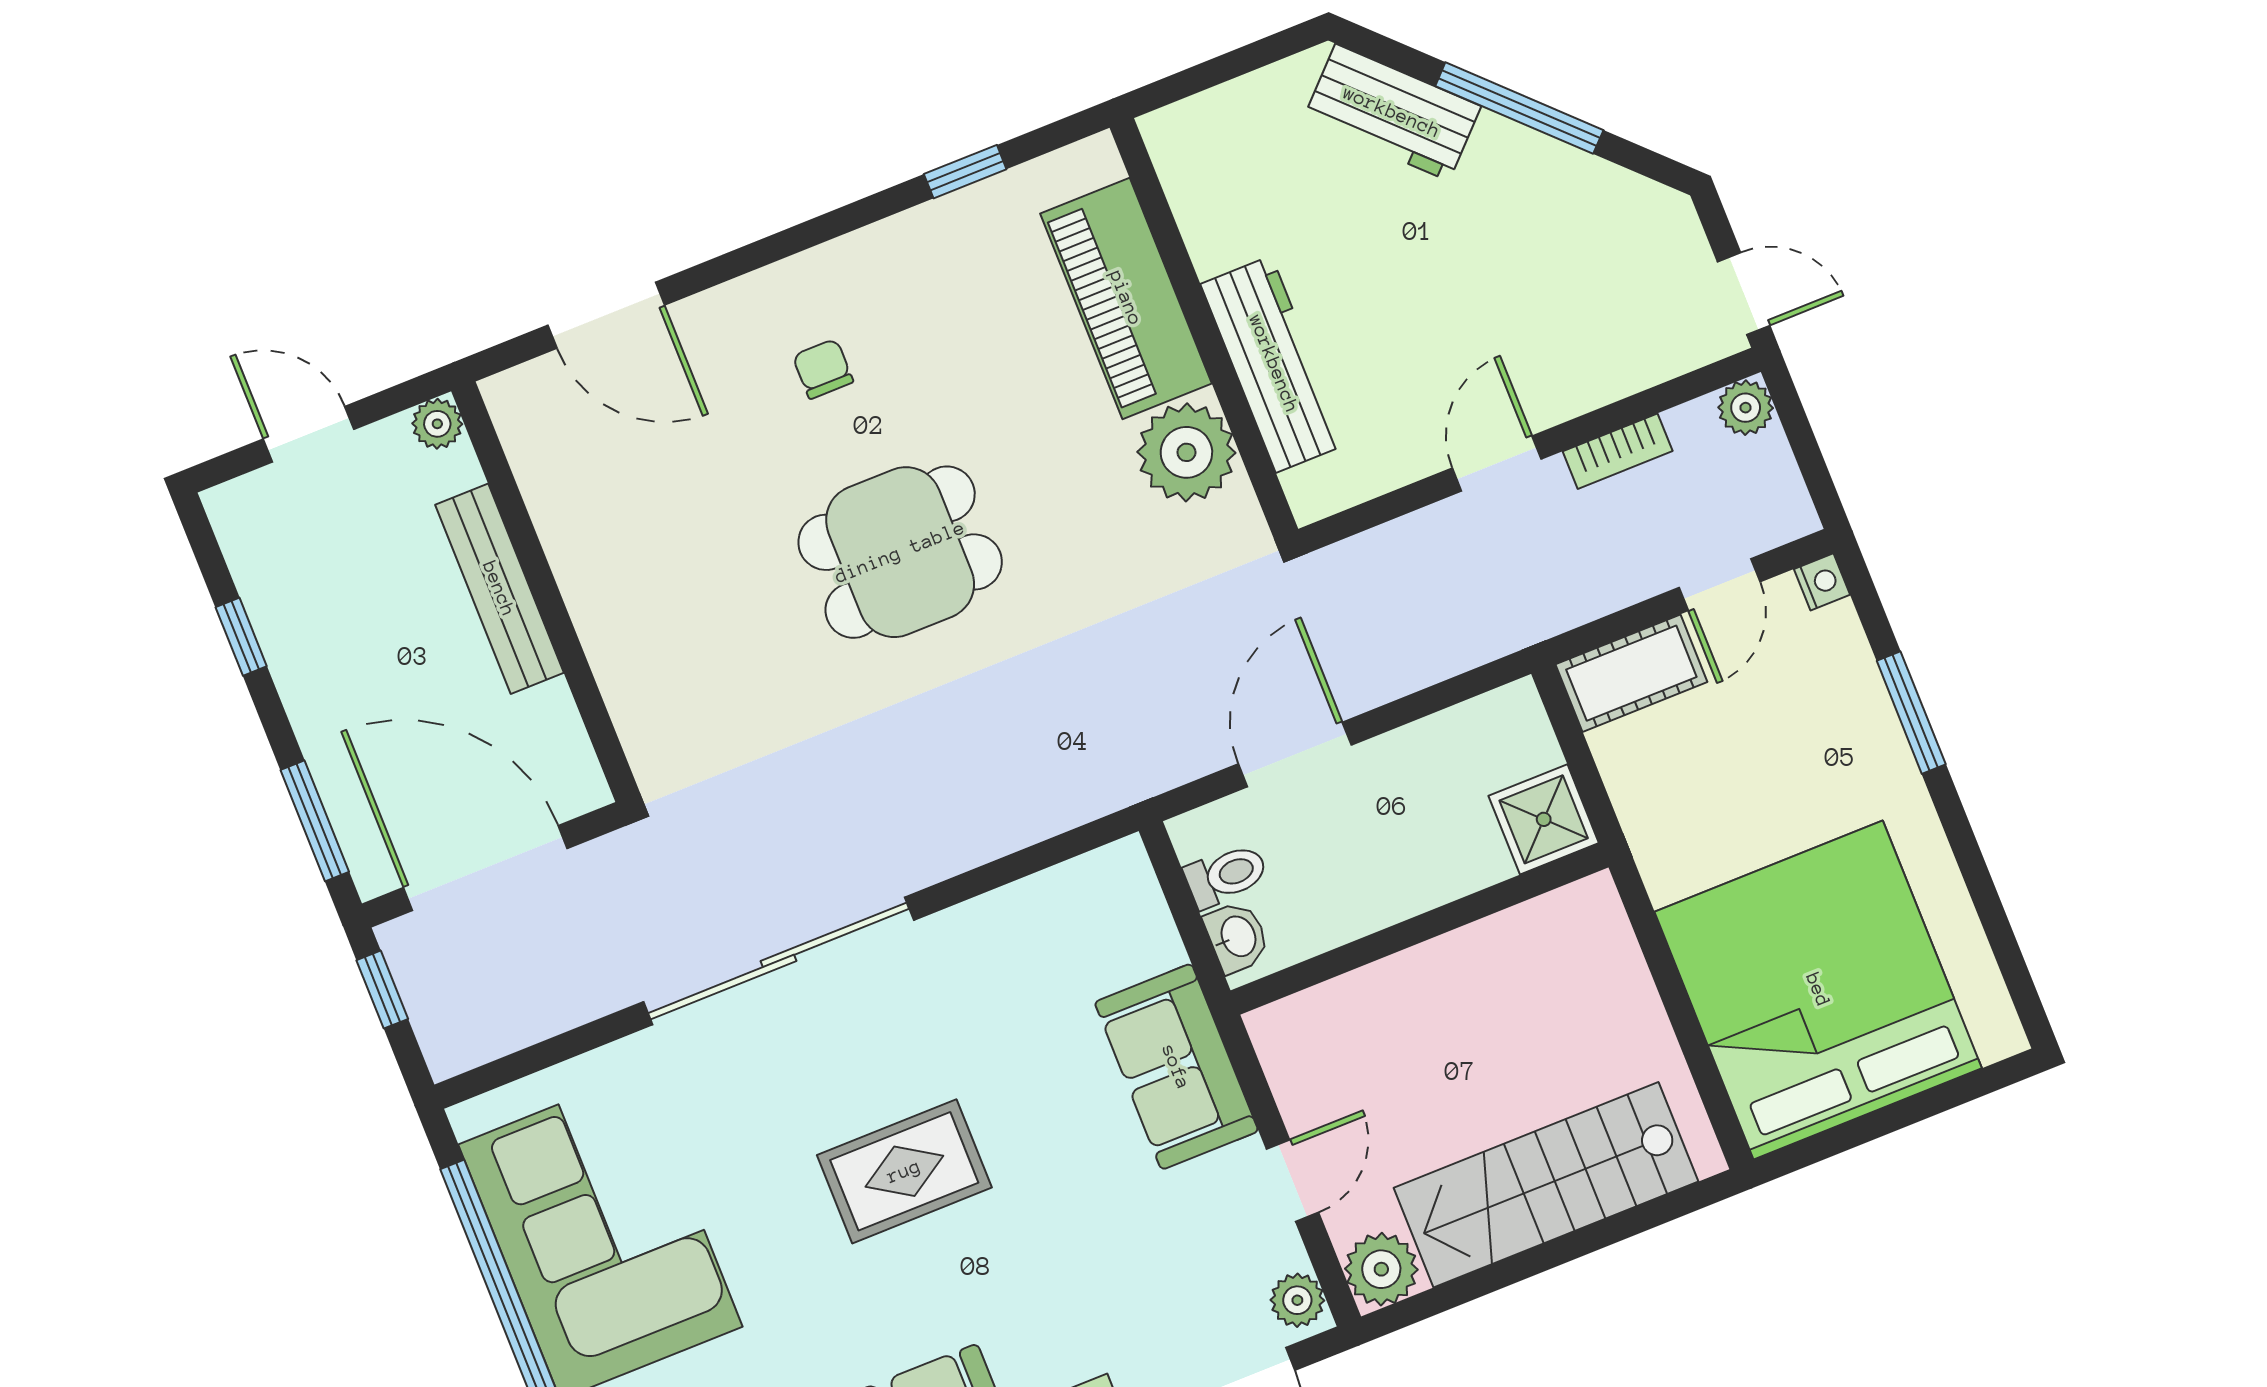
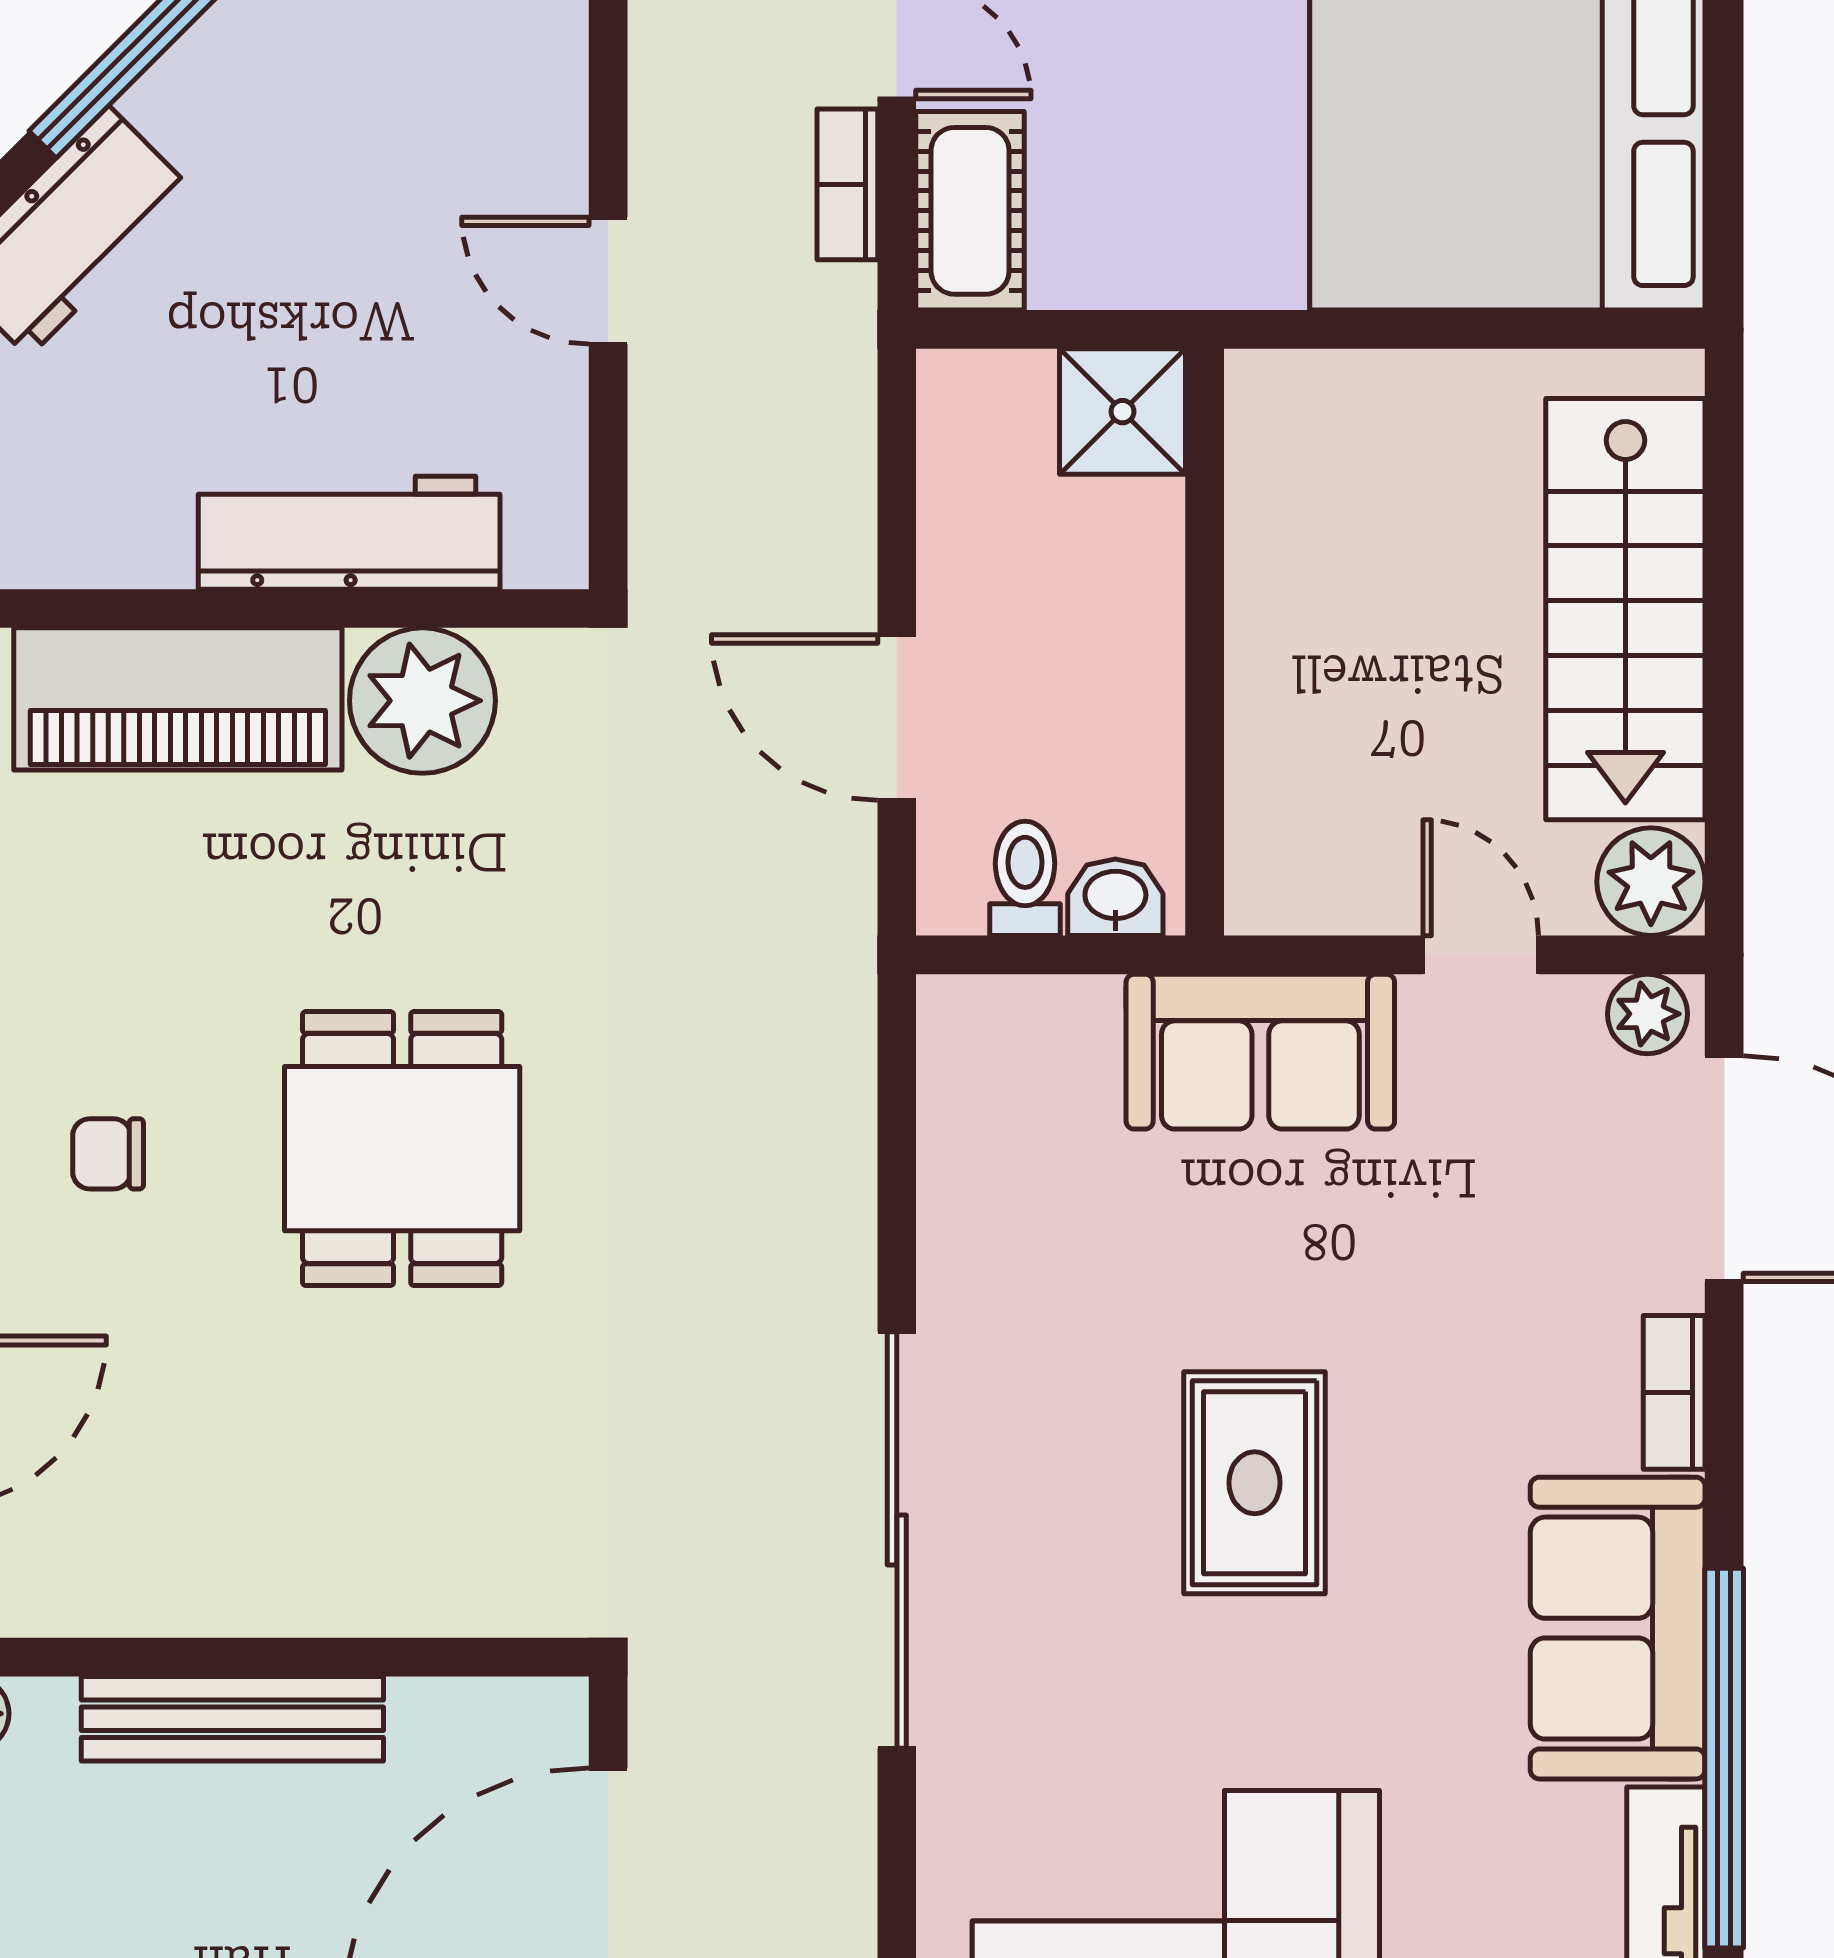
bookcase: (1618, 451) -> (847, 184), moved, turned 180

